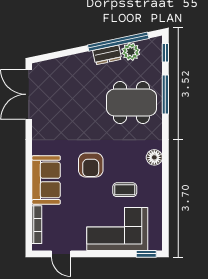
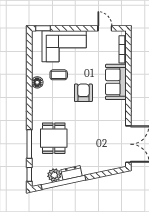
dining table: (131, 103) -> (54, 138), width x0.73
floor lamp: (154, 157) -> (37, 82), moved

